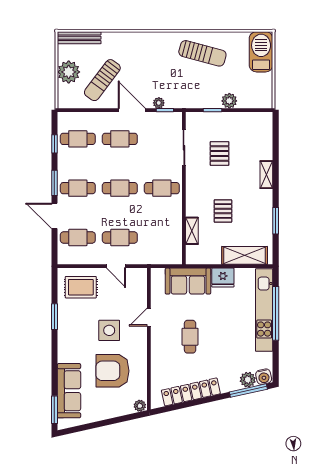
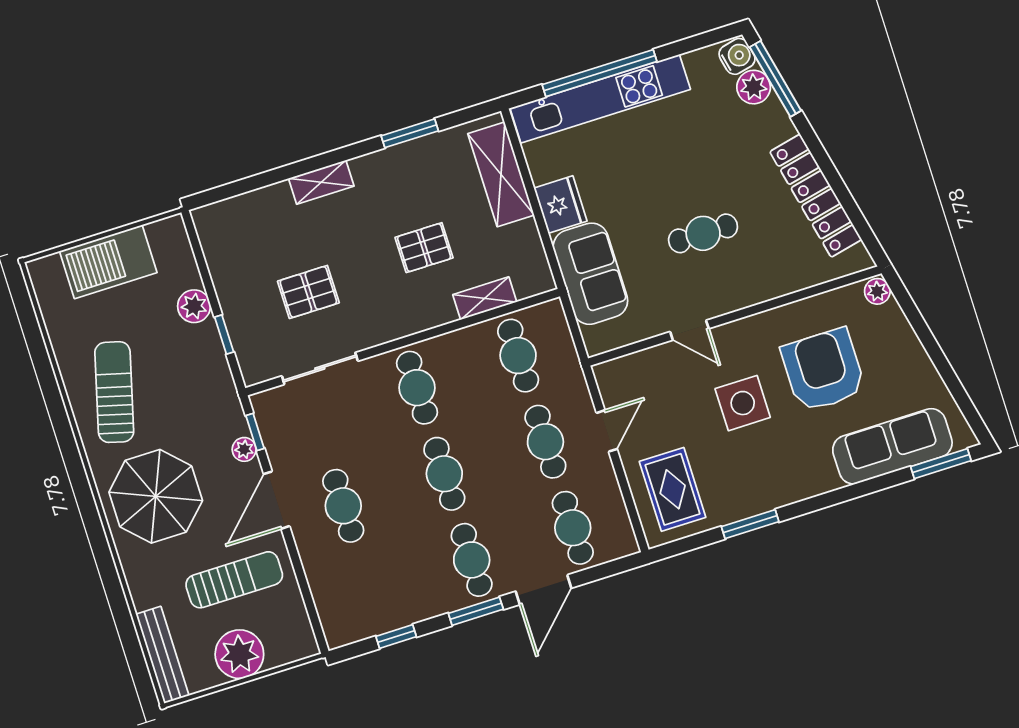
barbecue: (261, 52) -> (108, 262), moved
parasol: (150, 57) -> (156, 496), added
sun lounger: (102, 80) -> (234, 580), turned -37
cafe table: (78, 139) -> (518, 356), moved
armchair: (112, 371) -> (823, 370), turned 180

